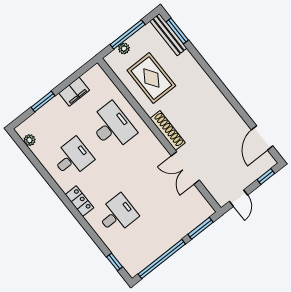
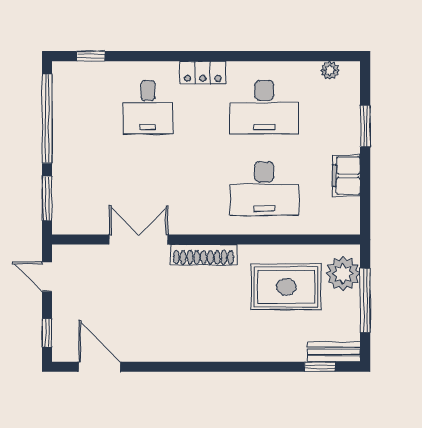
window: (177, 31) -> (320, 367), width x0.67
bench: (168, 35) -> (334, 352), width x0.73
plant: (124, 49) -> (343, 274), width x1.88, depth x1.88
desk: (73, 158) -> (264, 107), width x1.37

